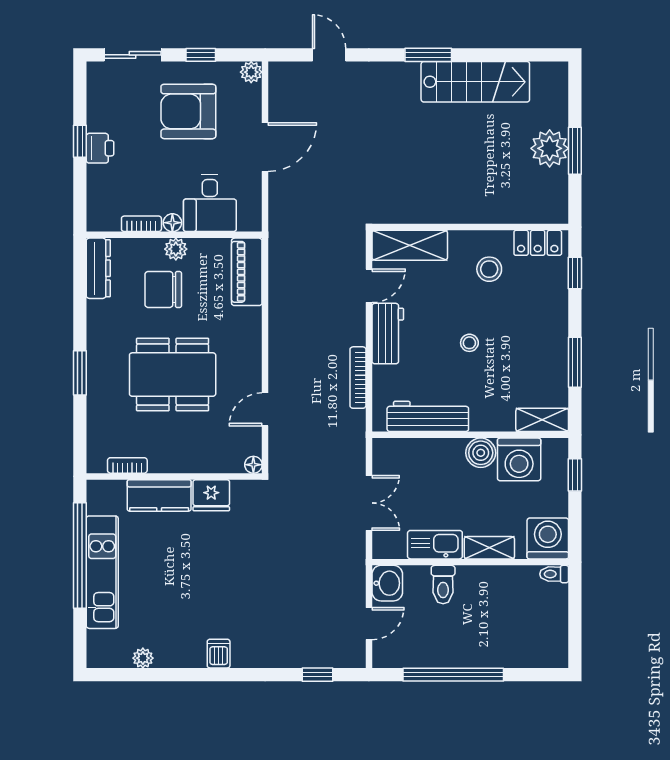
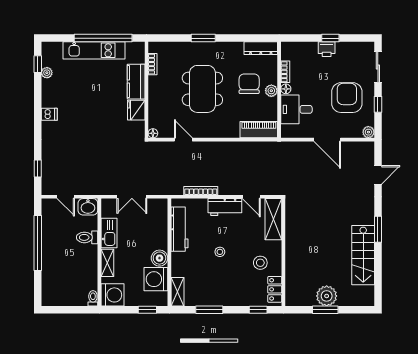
window: (127, 675) -> (38, 64), added

